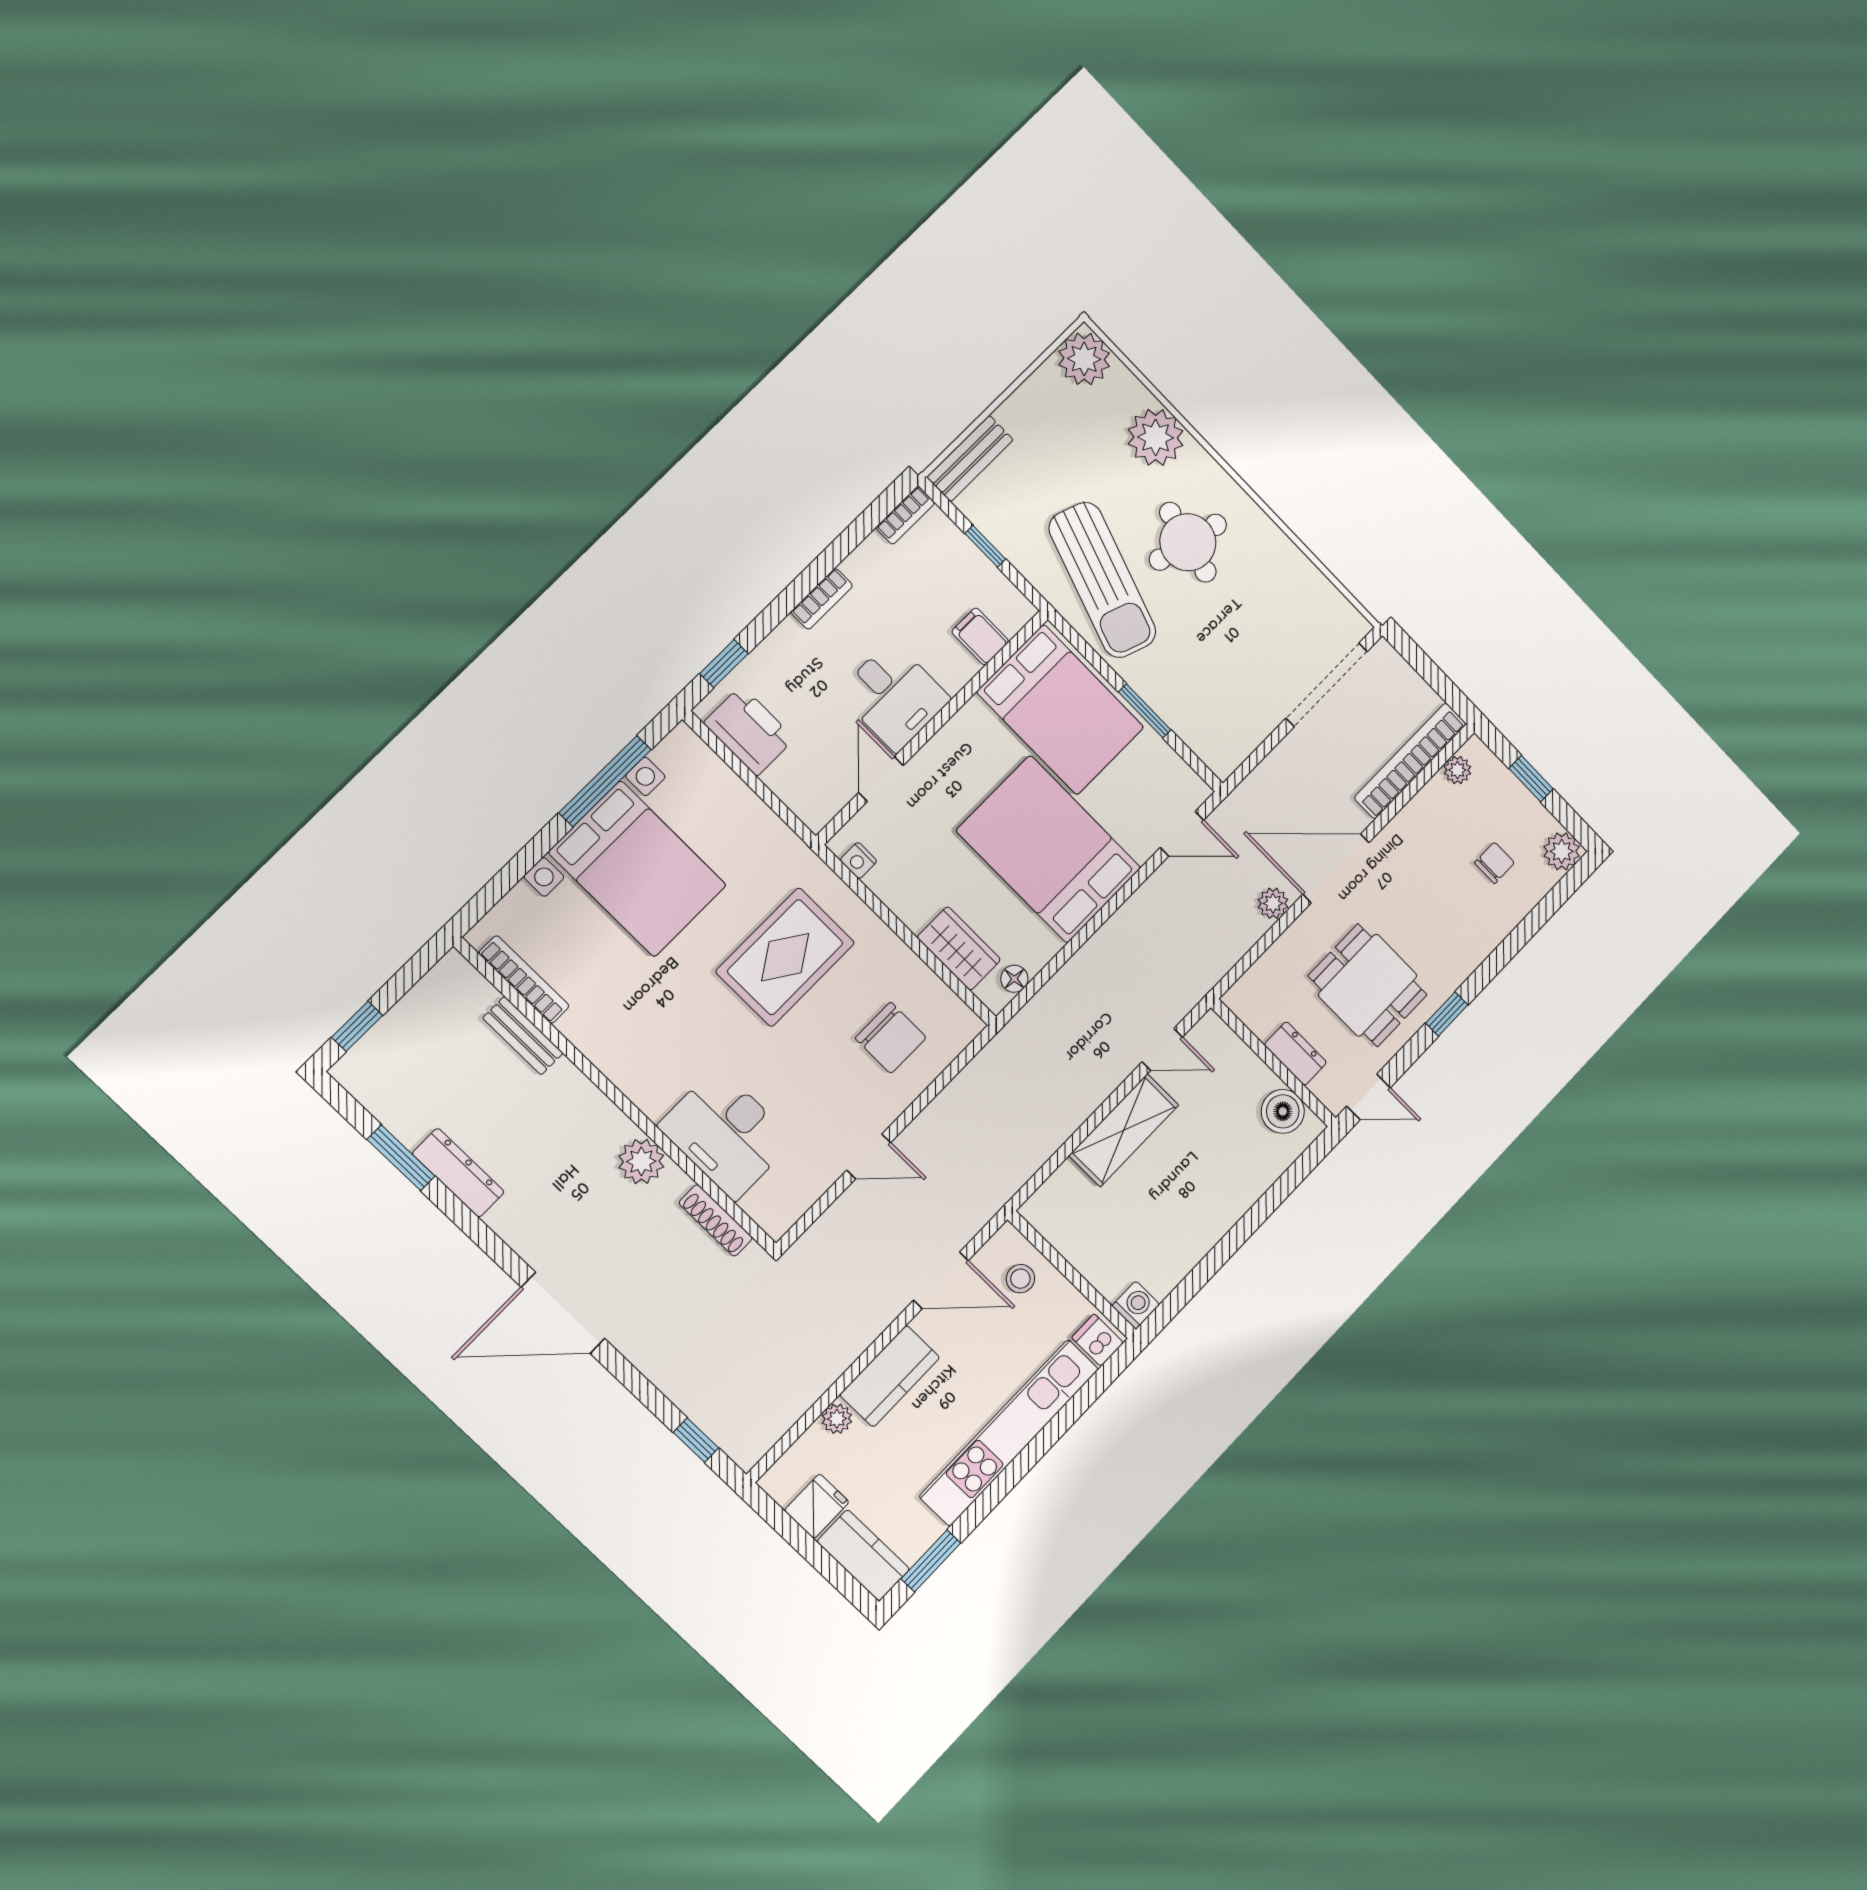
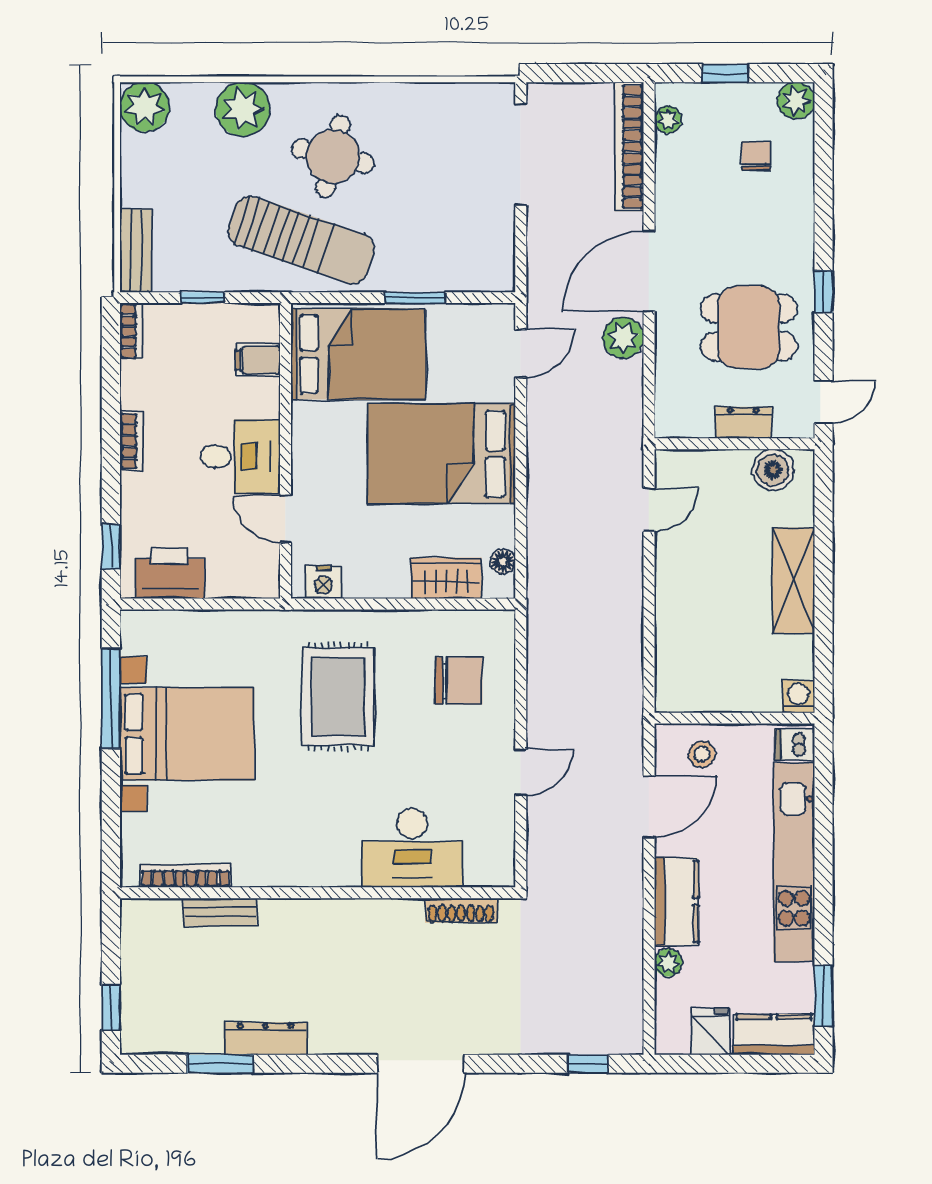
nightstand: (858, 860) -> (323, 582), width x1.39, depth x1.35
plant: (1273, 903) -> (623, 338), width x1.38, depth x1.38
shelving: (1124, 1130) -> (793, 581), moved
plant: (641, 1161) -> (375, 919), removed

